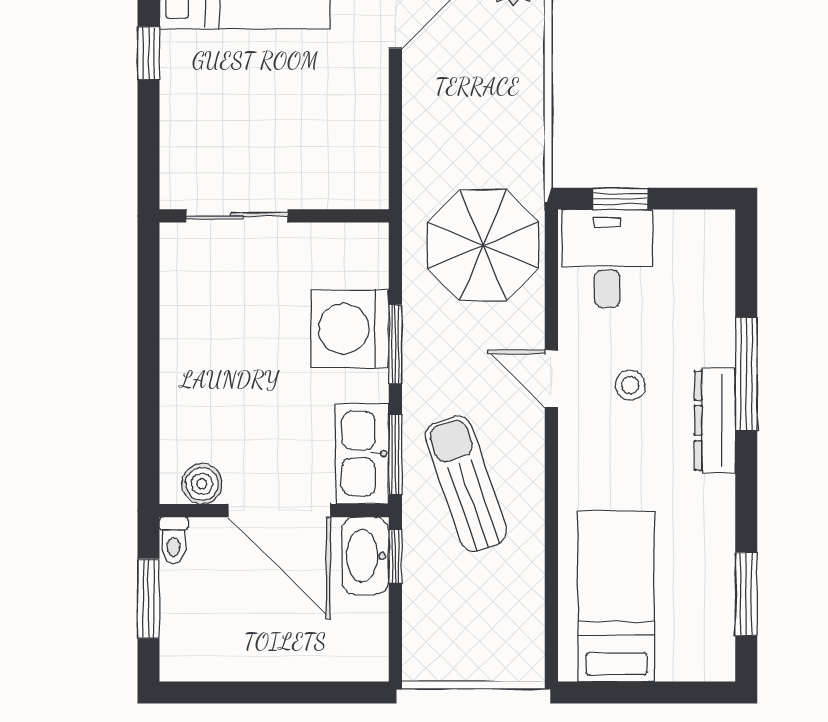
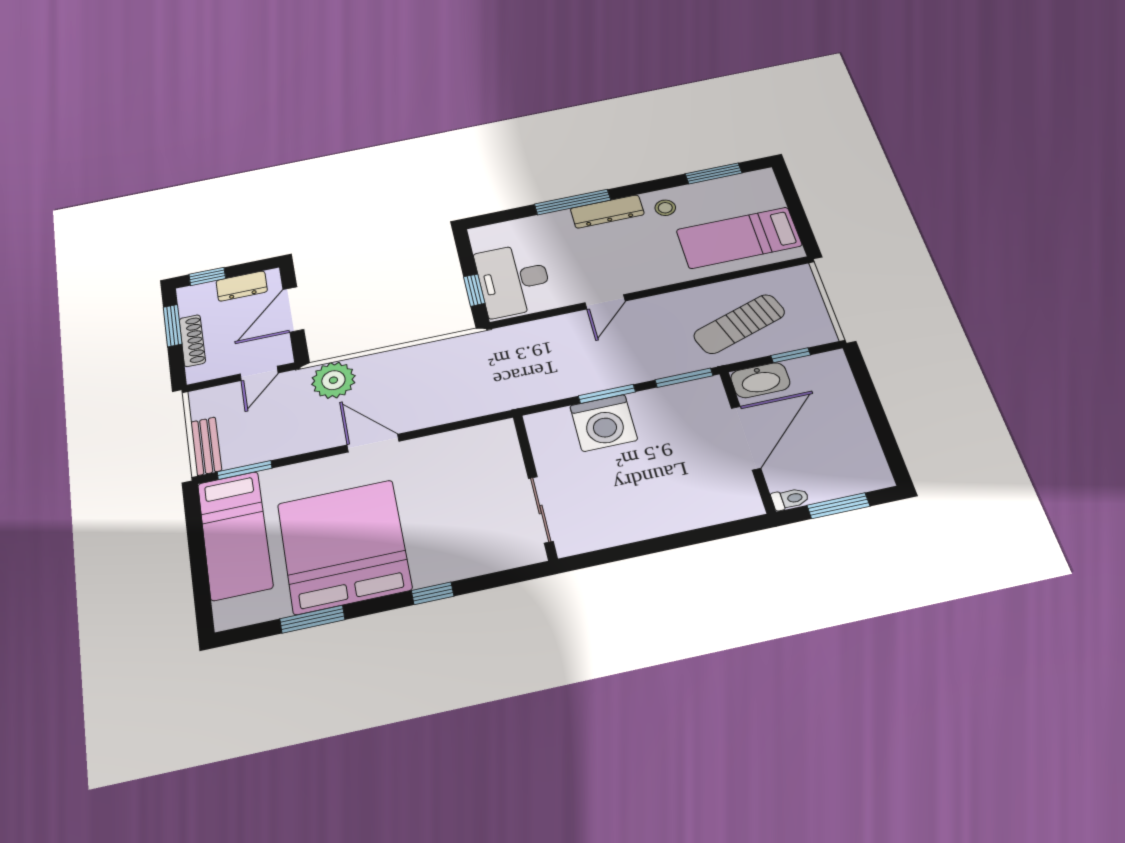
parasol: (483, 245) -> (524, 358), removed
desk: (607, 258) -> (514, 280), width x1.37
stool: (630, 385) -> (665, 208), moved
kitchen sink: (362, 454) -> (689, 397), removed
boiler: (202, 484) -> (743, 490), removed
sun lounger: (466, 484) -> (739, 324), moved
window: (395, 556) -> (791, 355), moved

